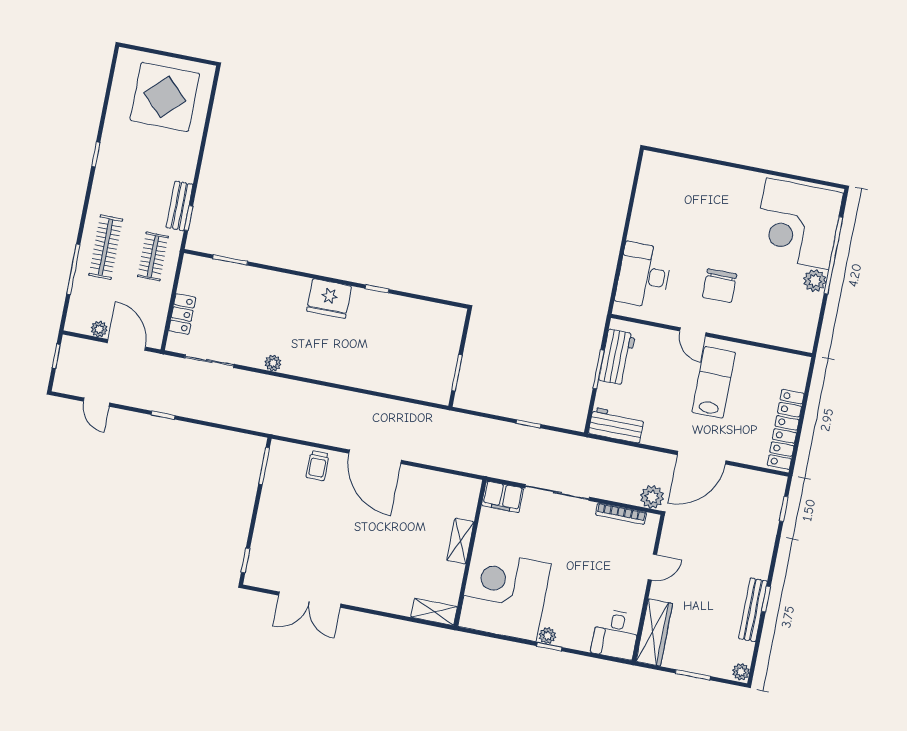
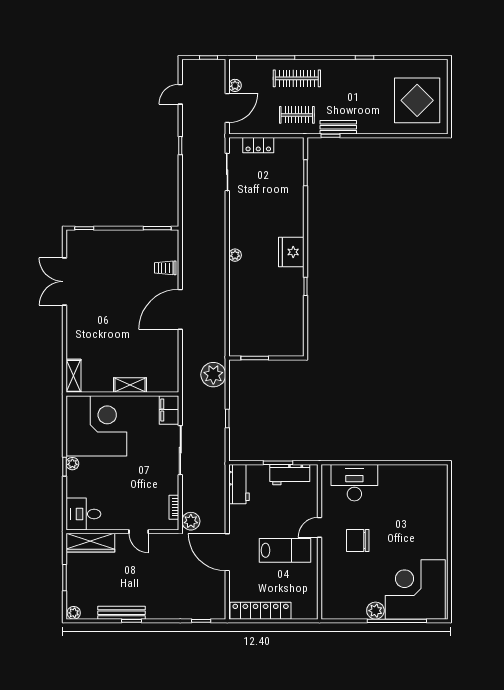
plant: (273, 363) -> (235, 255), moved
plant: (468, 431) -> (213, 375), added
bookcase: (621, 514) -> (174, 507), width x0.64

